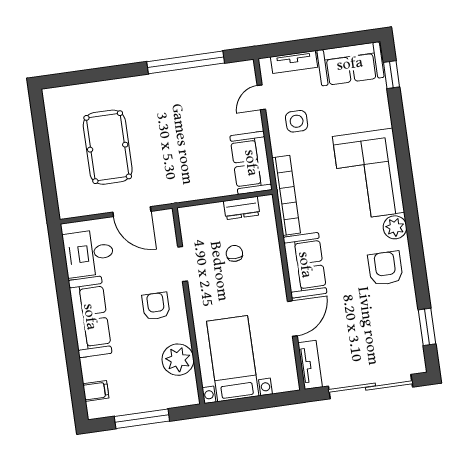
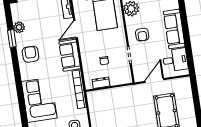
sofa: (251, 163) -> (97, 105), removed
door: (132, 212) -> (154, 80), hinge flipped
plant: (395, 227) -> (19, 27), moved
armchair: (385, 268) -> (31, 54), turned 180
window: (427, 327) -> (12, 39), moved

